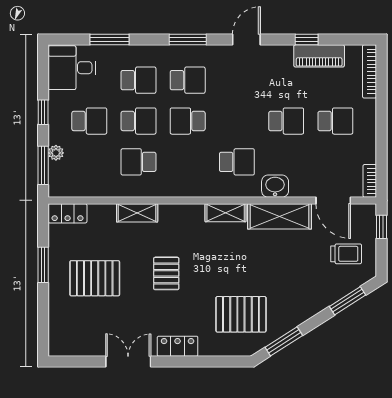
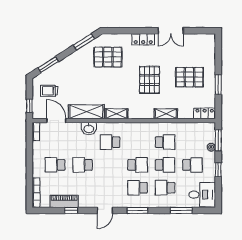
school desk: (89, 121) -> (193, 165), turned 180
school desk: (138, 121) -> (165, 165), turned 180
pallet: (166, 273) -> (150, 80), width x1.50, depth x1.42

